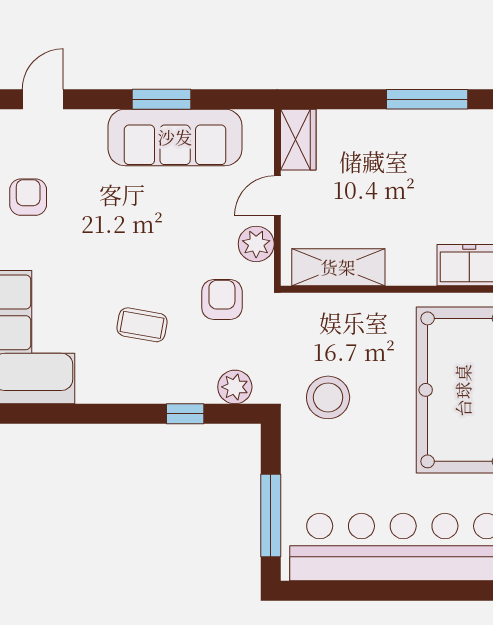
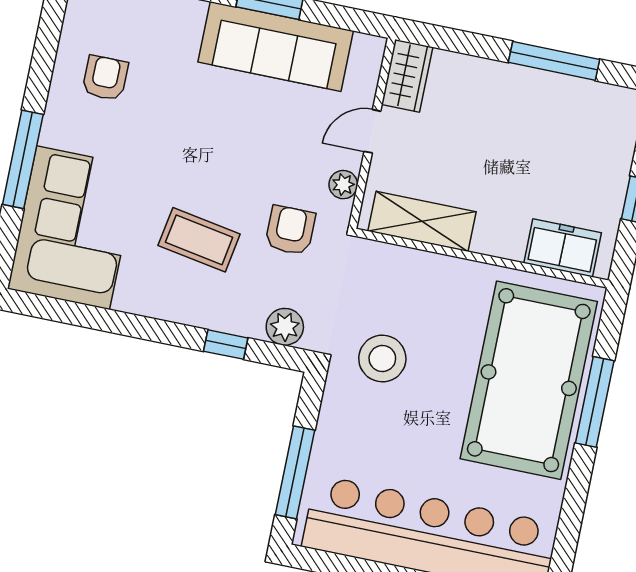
plant: (256, 244) -> (343, 185), width x0.73, depth x0.73
coffee table: (142, 325) -> (199, 240), width x1.36, depth x1.30

